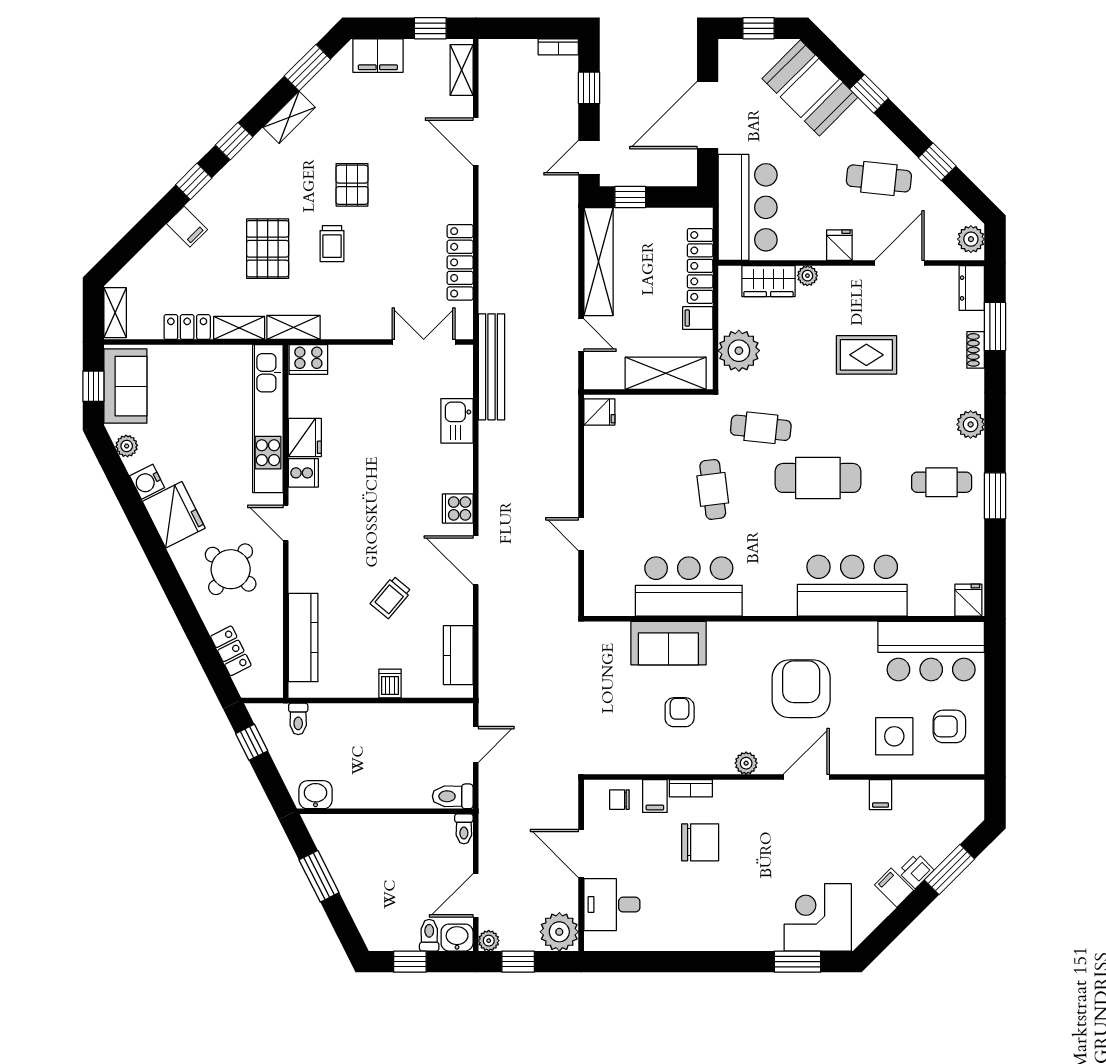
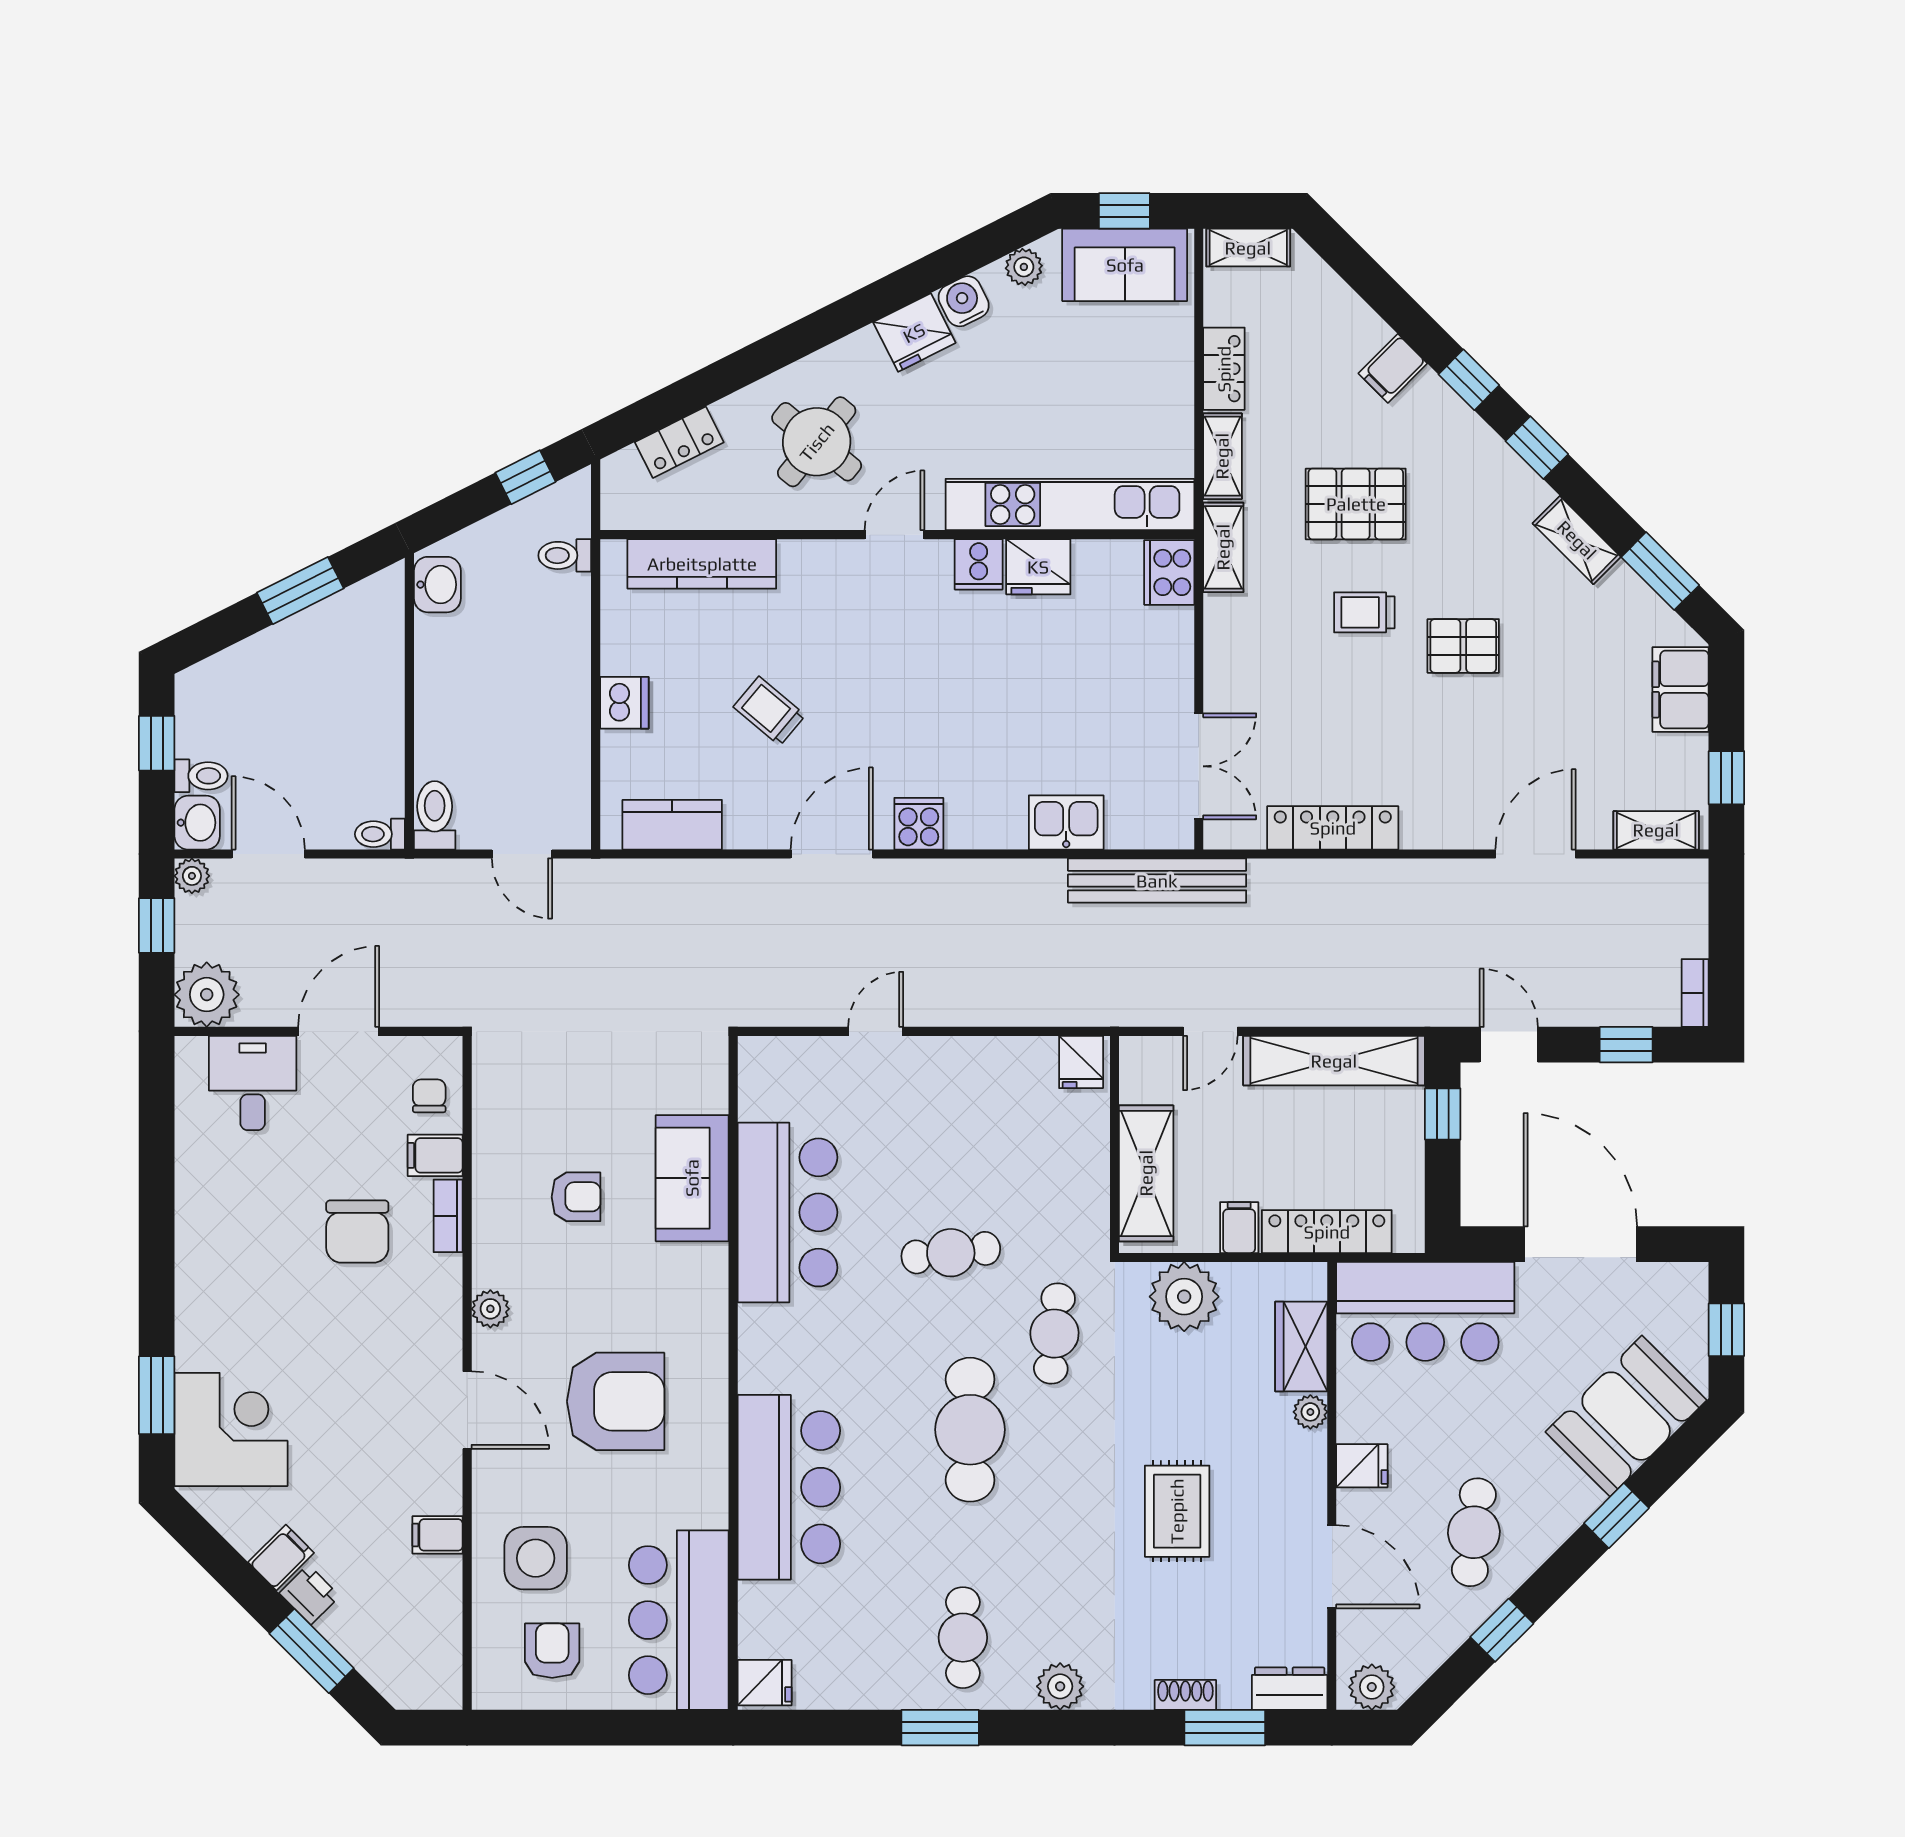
fridge: (174, 515) -> (914, 333), width x0.73, depth x0.75
dishwasher: (390, 684) -> (624, 703), width x1.38

